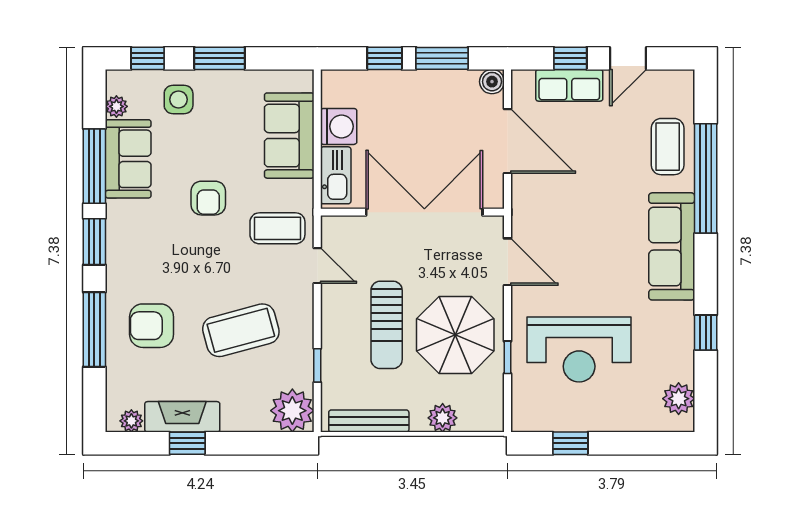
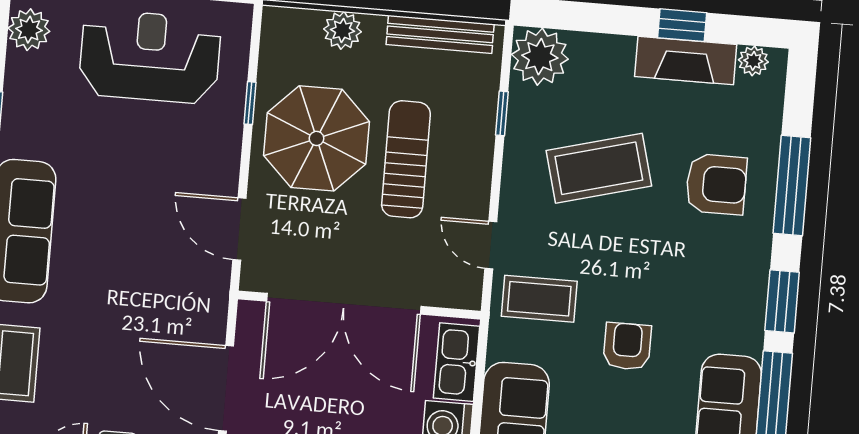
reception desk: (579, 349) -> (150, 57), moved

